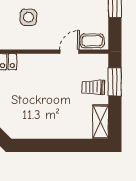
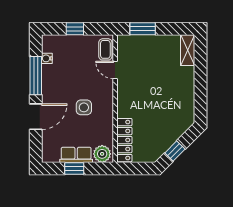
trolley: (93, 87) -> (148, 49), removed
shelving: (101, 122) -> (188, 50), moved, turned 90

